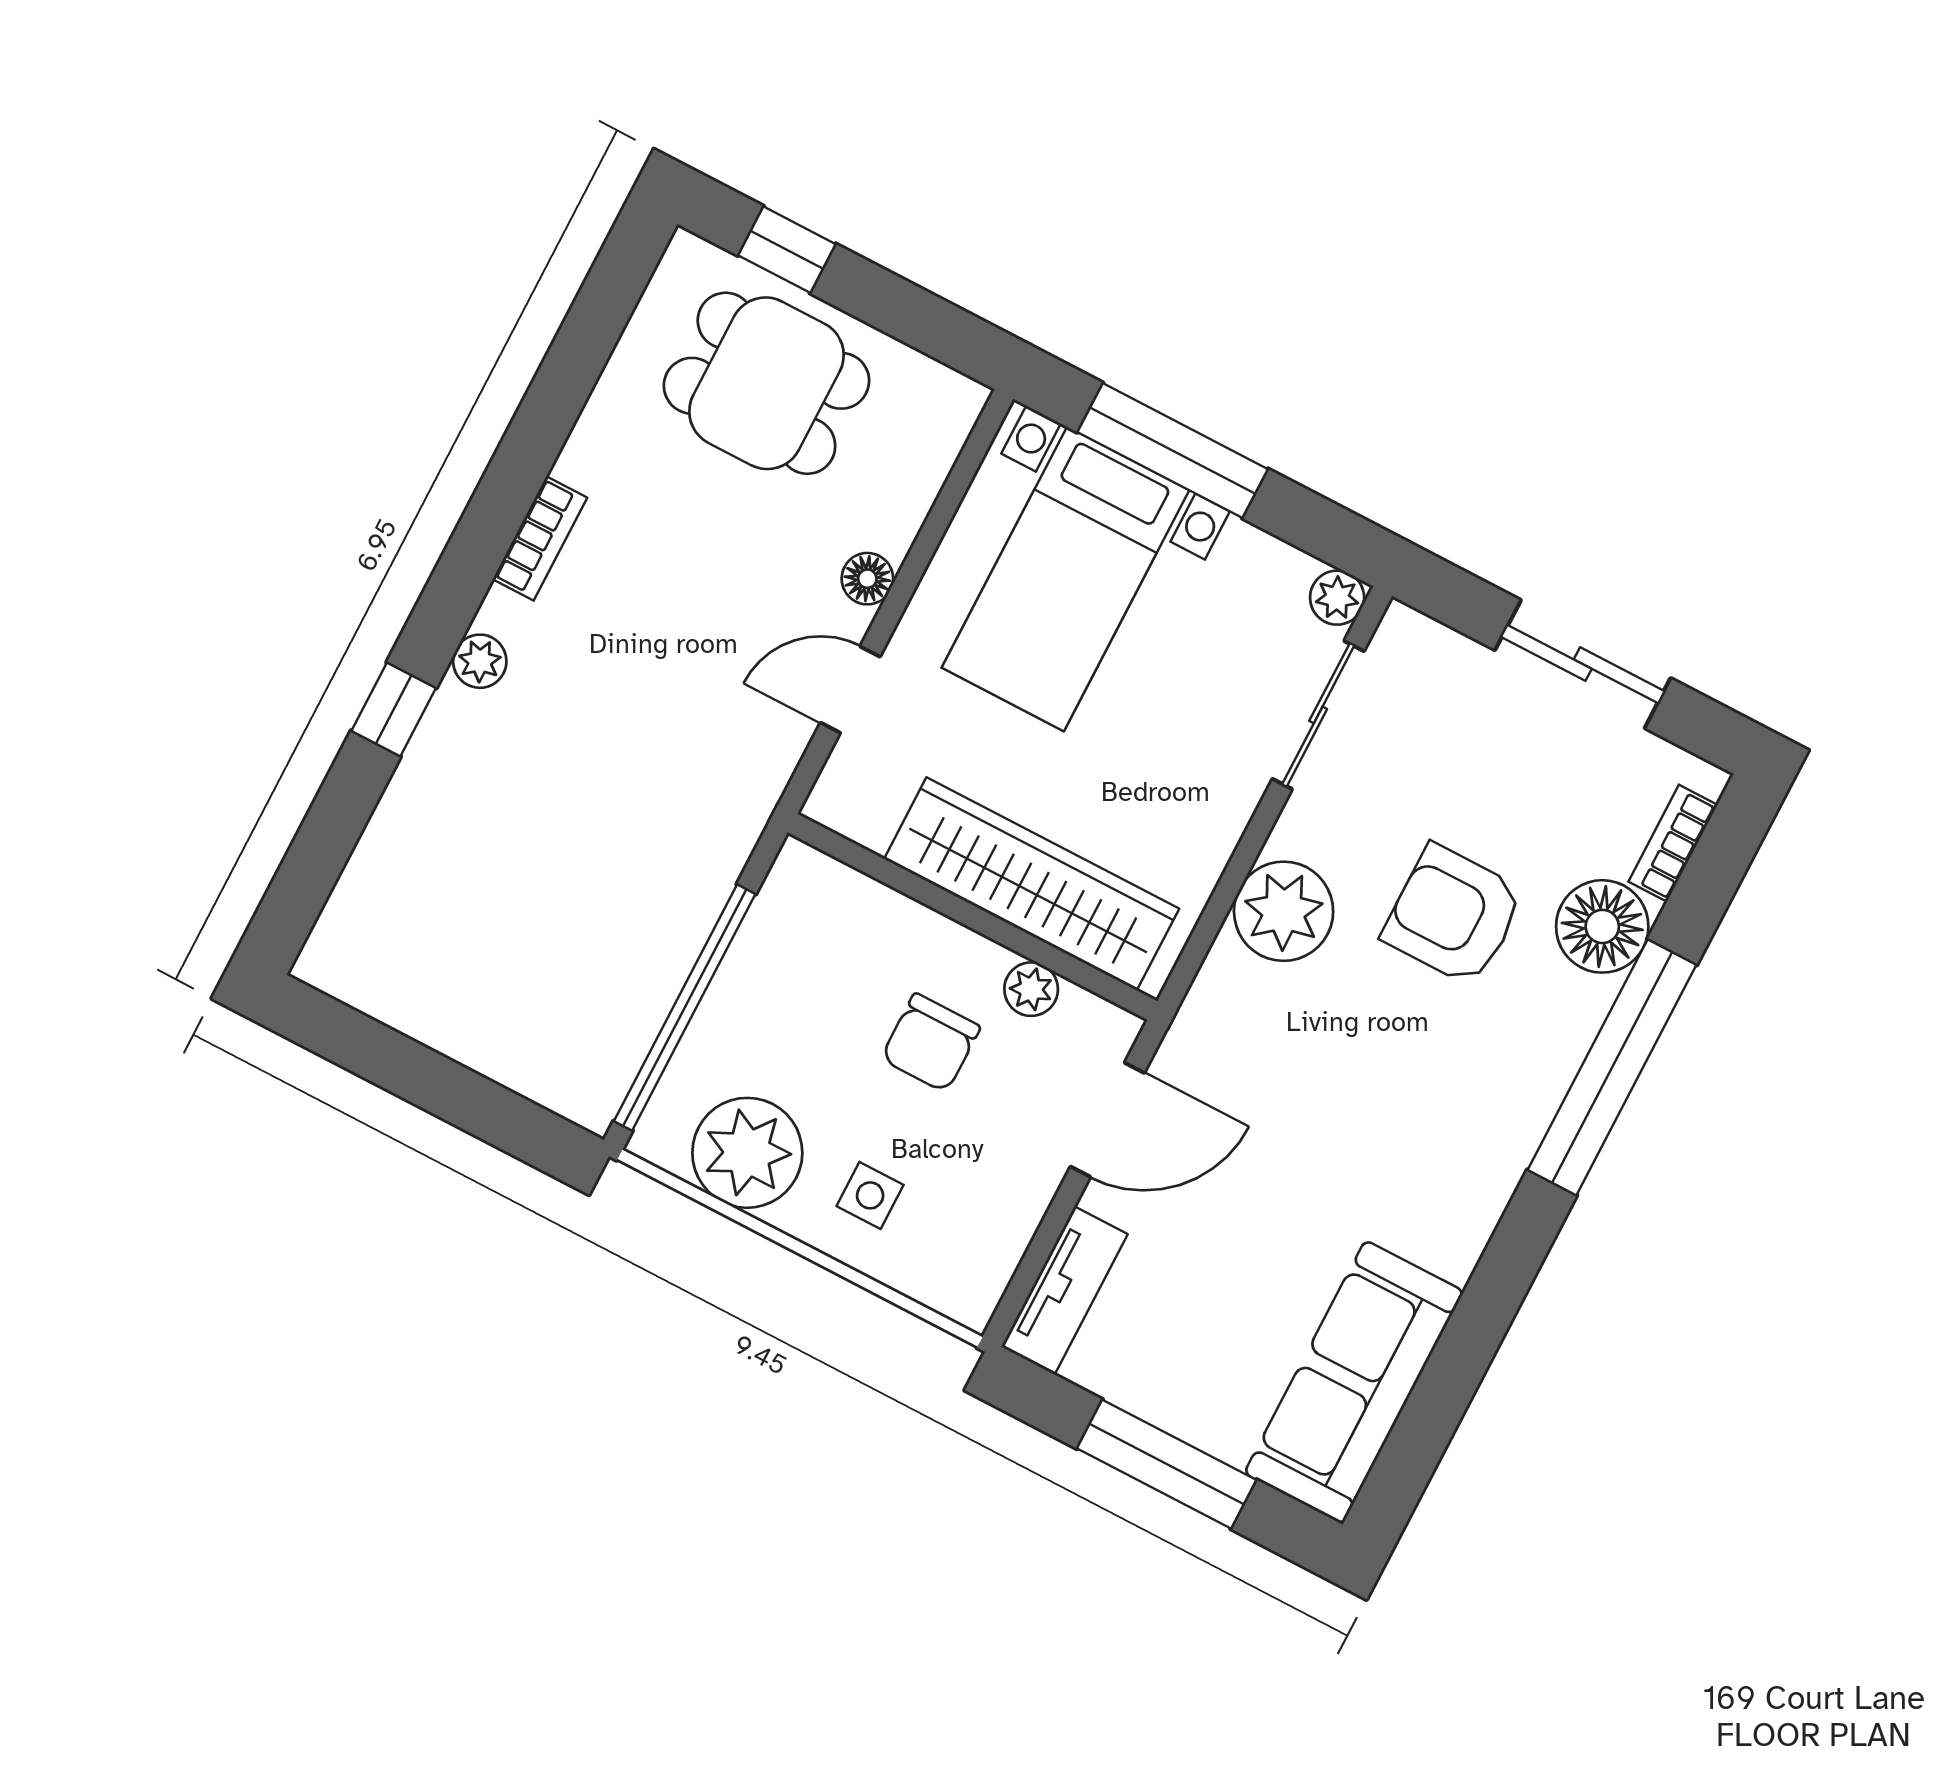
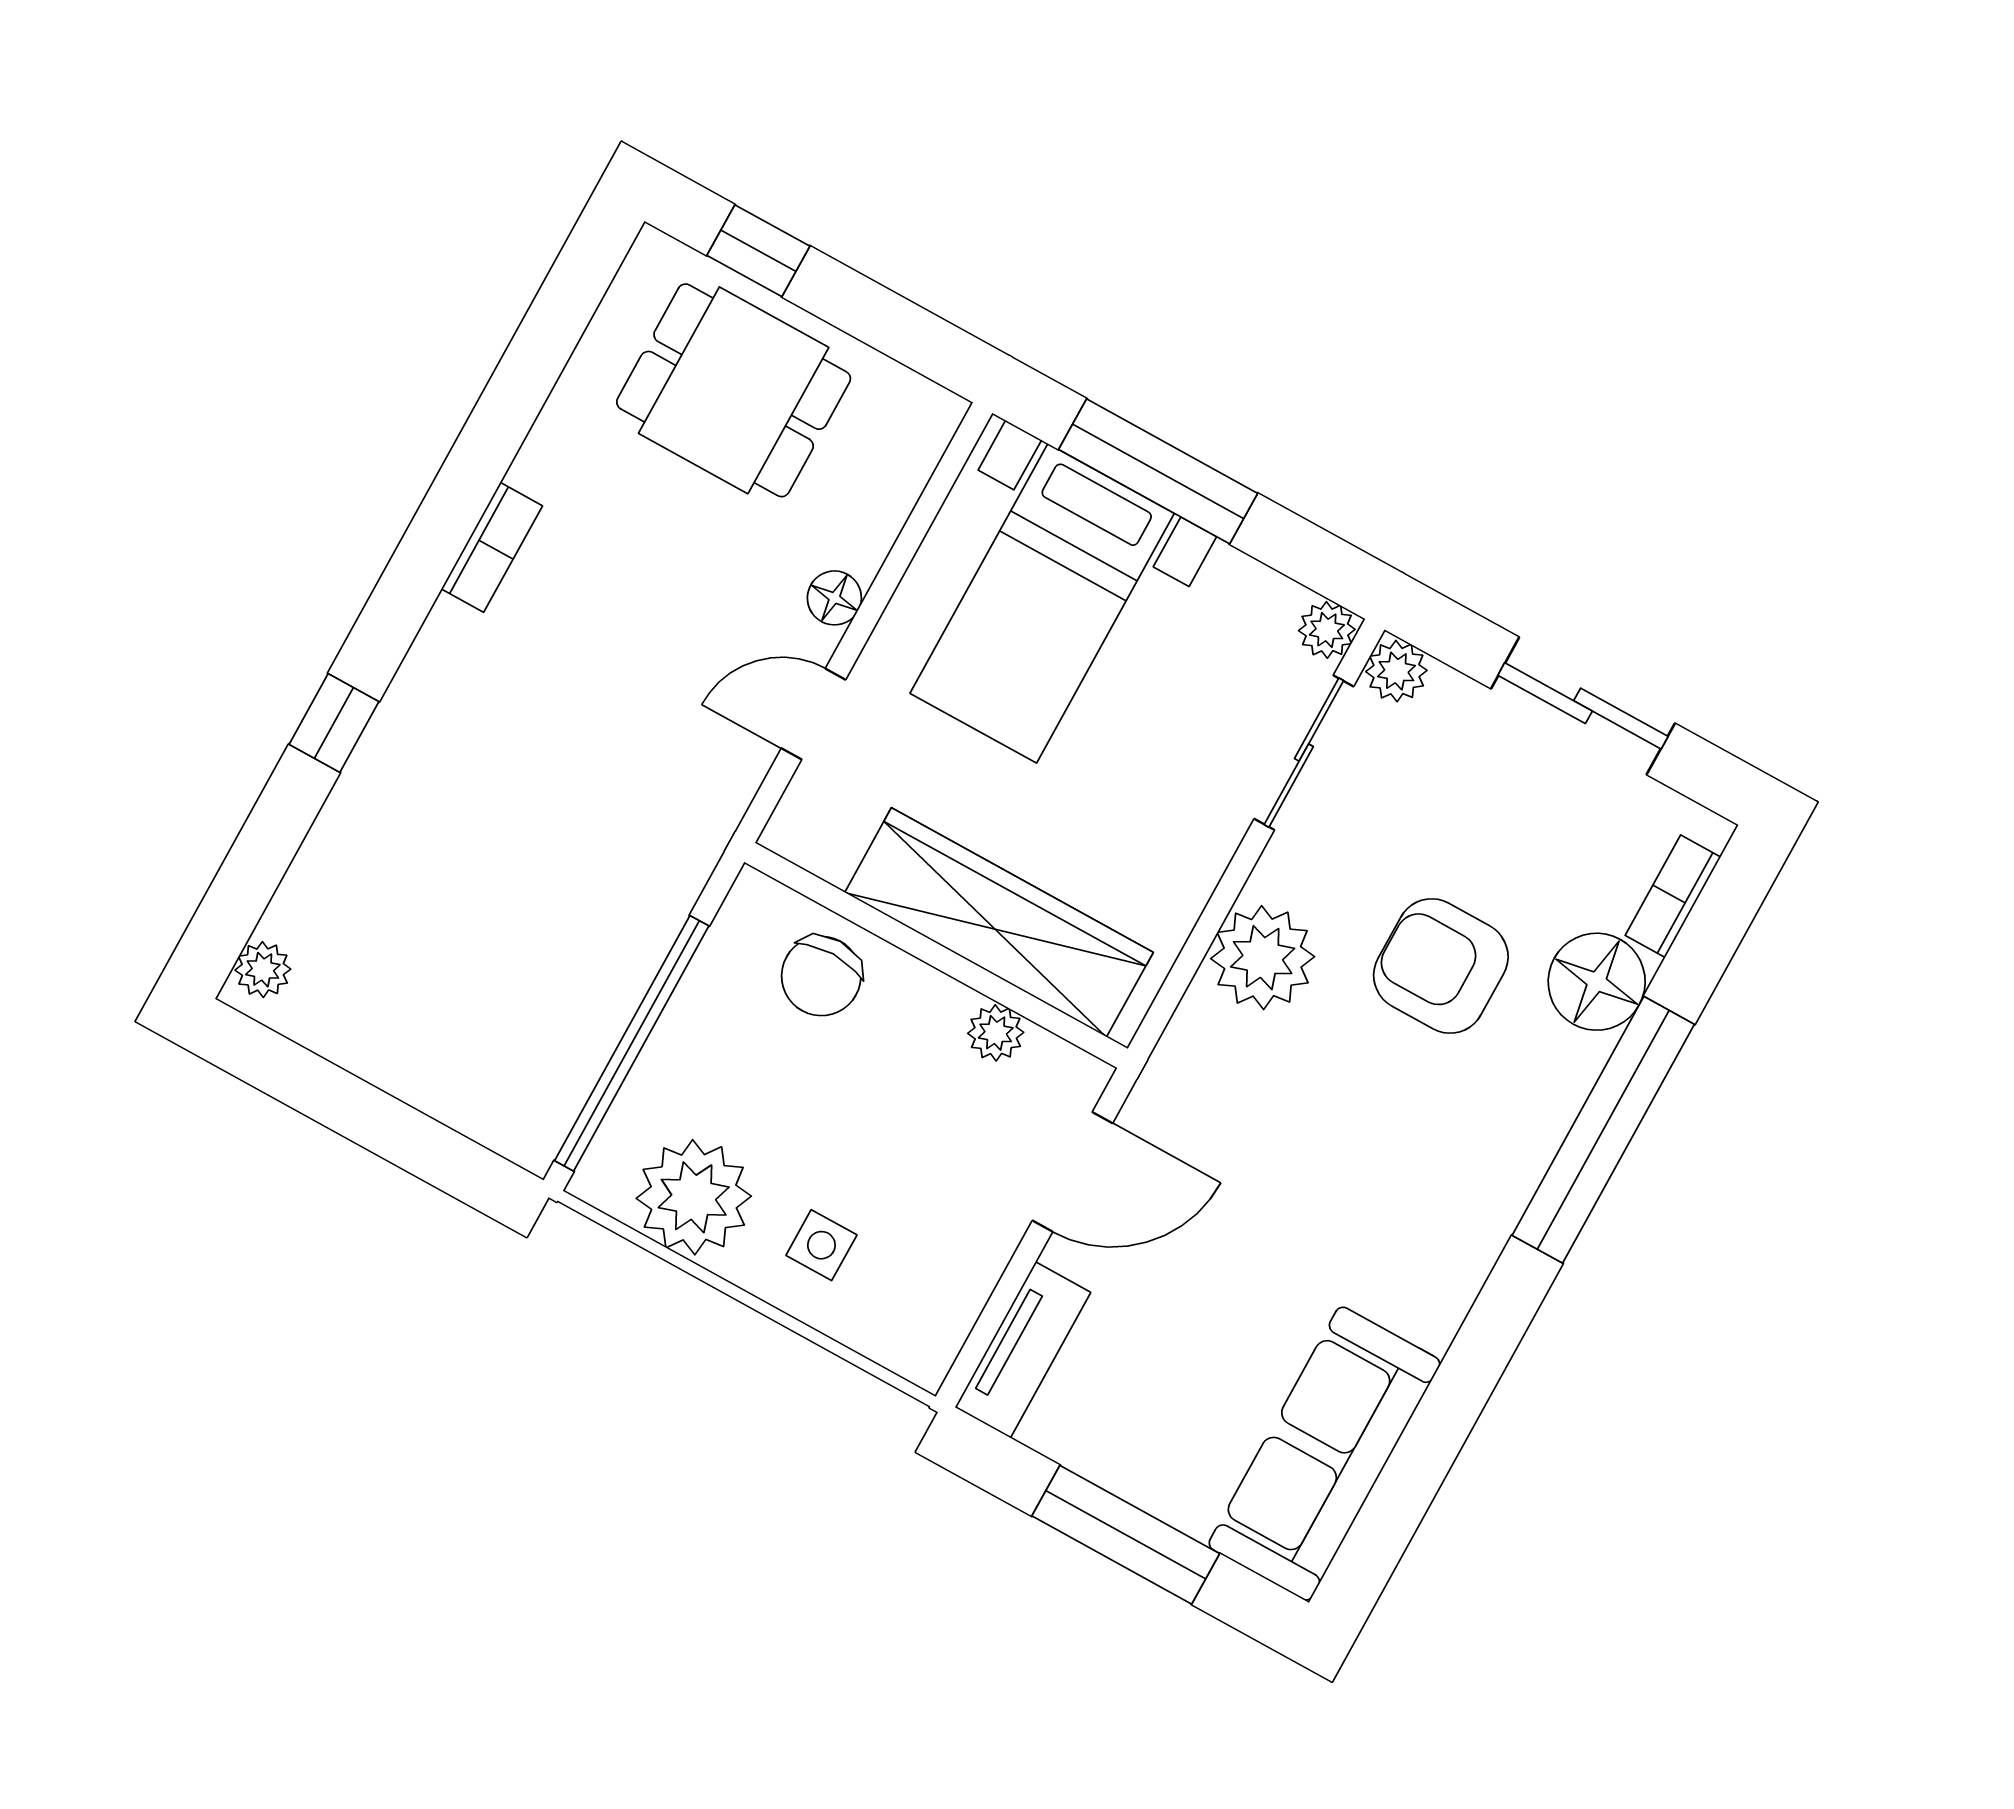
plant: (1404, 635) -> (1396, 671), added
plant: (480, 661) -> (263, 970), moved
chair: (931, 1043) -> (821, 976), moved

